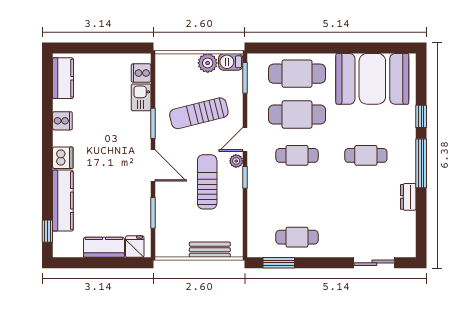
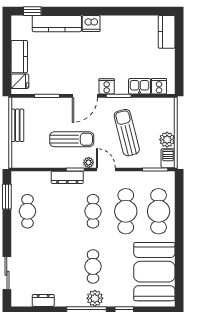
kitchen counter: (63, 78) -> (167, 32), moved, turned 90
cooker: (62, 121) -> (107, 86), moved, turned 180
plant: (406, 153) -> (95, 298), added
dresser: (255, 187) -> (67, 177), added
dresser: (408, 197) -> (43, 300), moved
bench: (210, 250) -> (17, 125), moved

